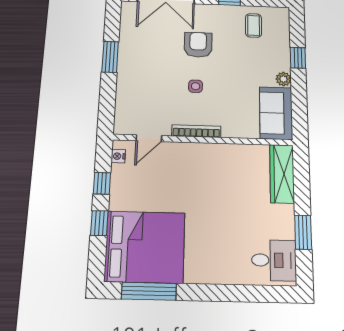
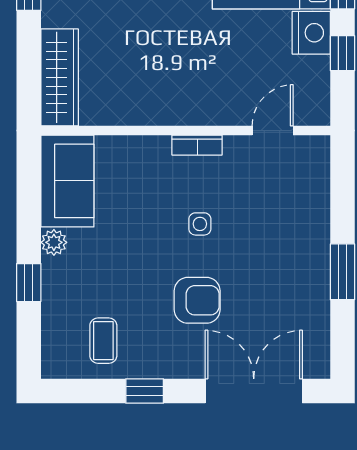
armchair: (198, 45) -> (197, 300), turned -90
bookcase: (196, 131) -> (197, 145), width x0.64
nightstand: (118, 156) -> (311, 33), moved, width x1.89, depth x1.79

